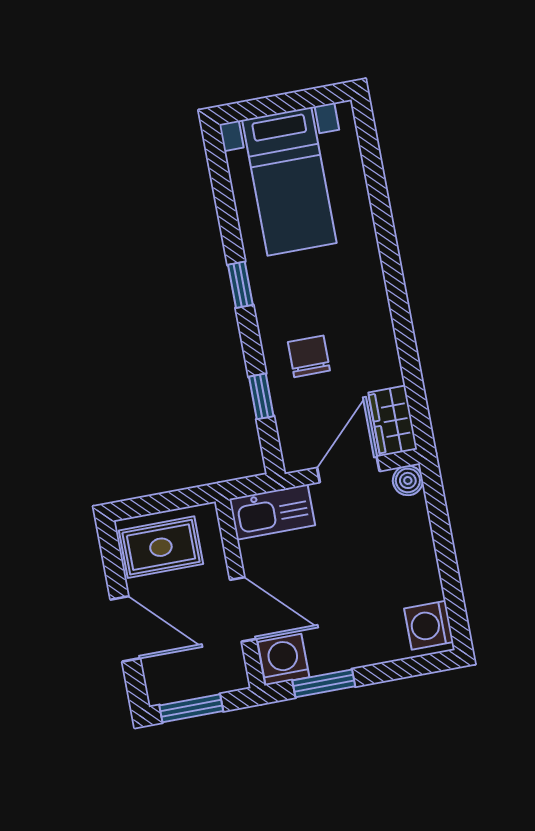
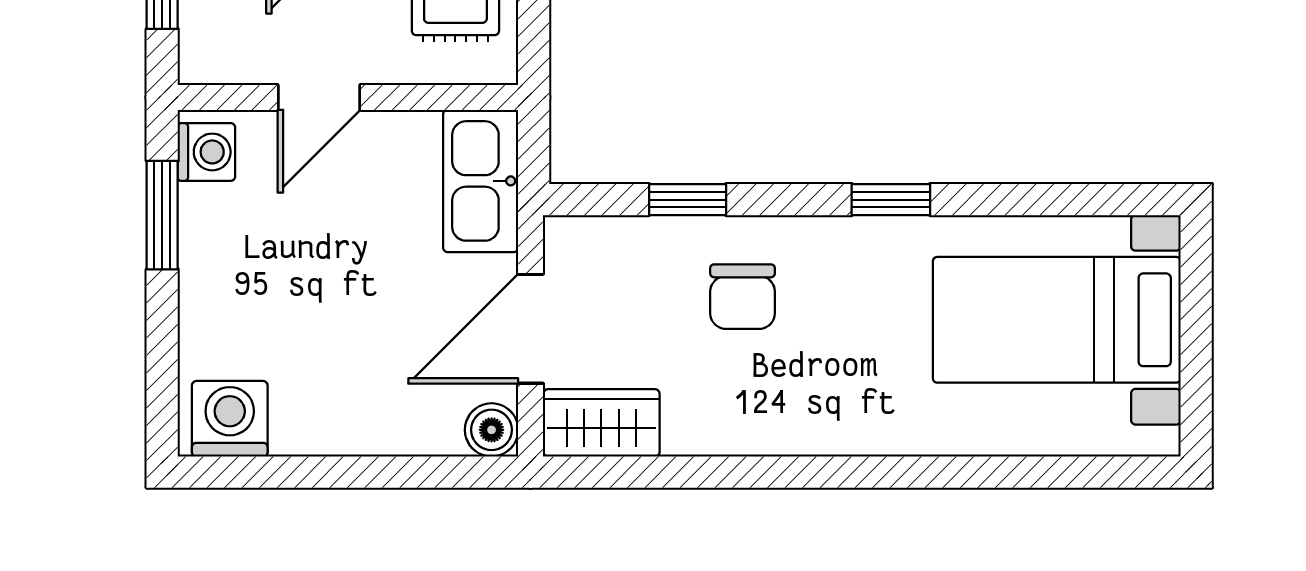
chair: (309, 356) -> (743, 297), turned 90
door: (348, 469) -> (531, 329), swing flipped
door: (243, 609) -> (319, 97), width x0.73
washing machine: (283, 660) -> (206, 152), width x0.73, depth x0.73

